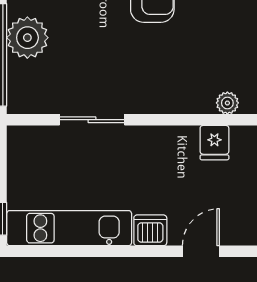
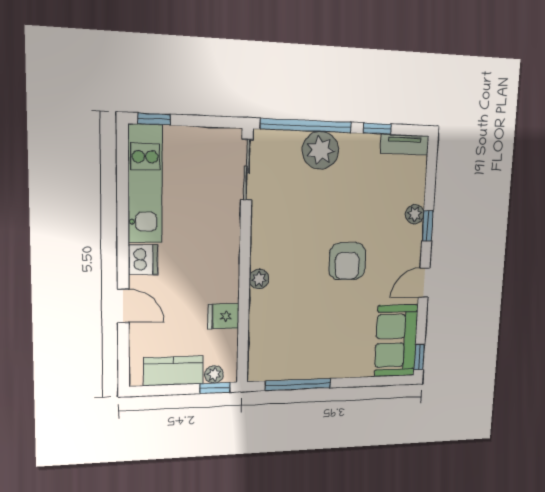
plant: (227, 103) -> (259, 279), moved
sliding door: (92, 120) -> (247, 170), moved

